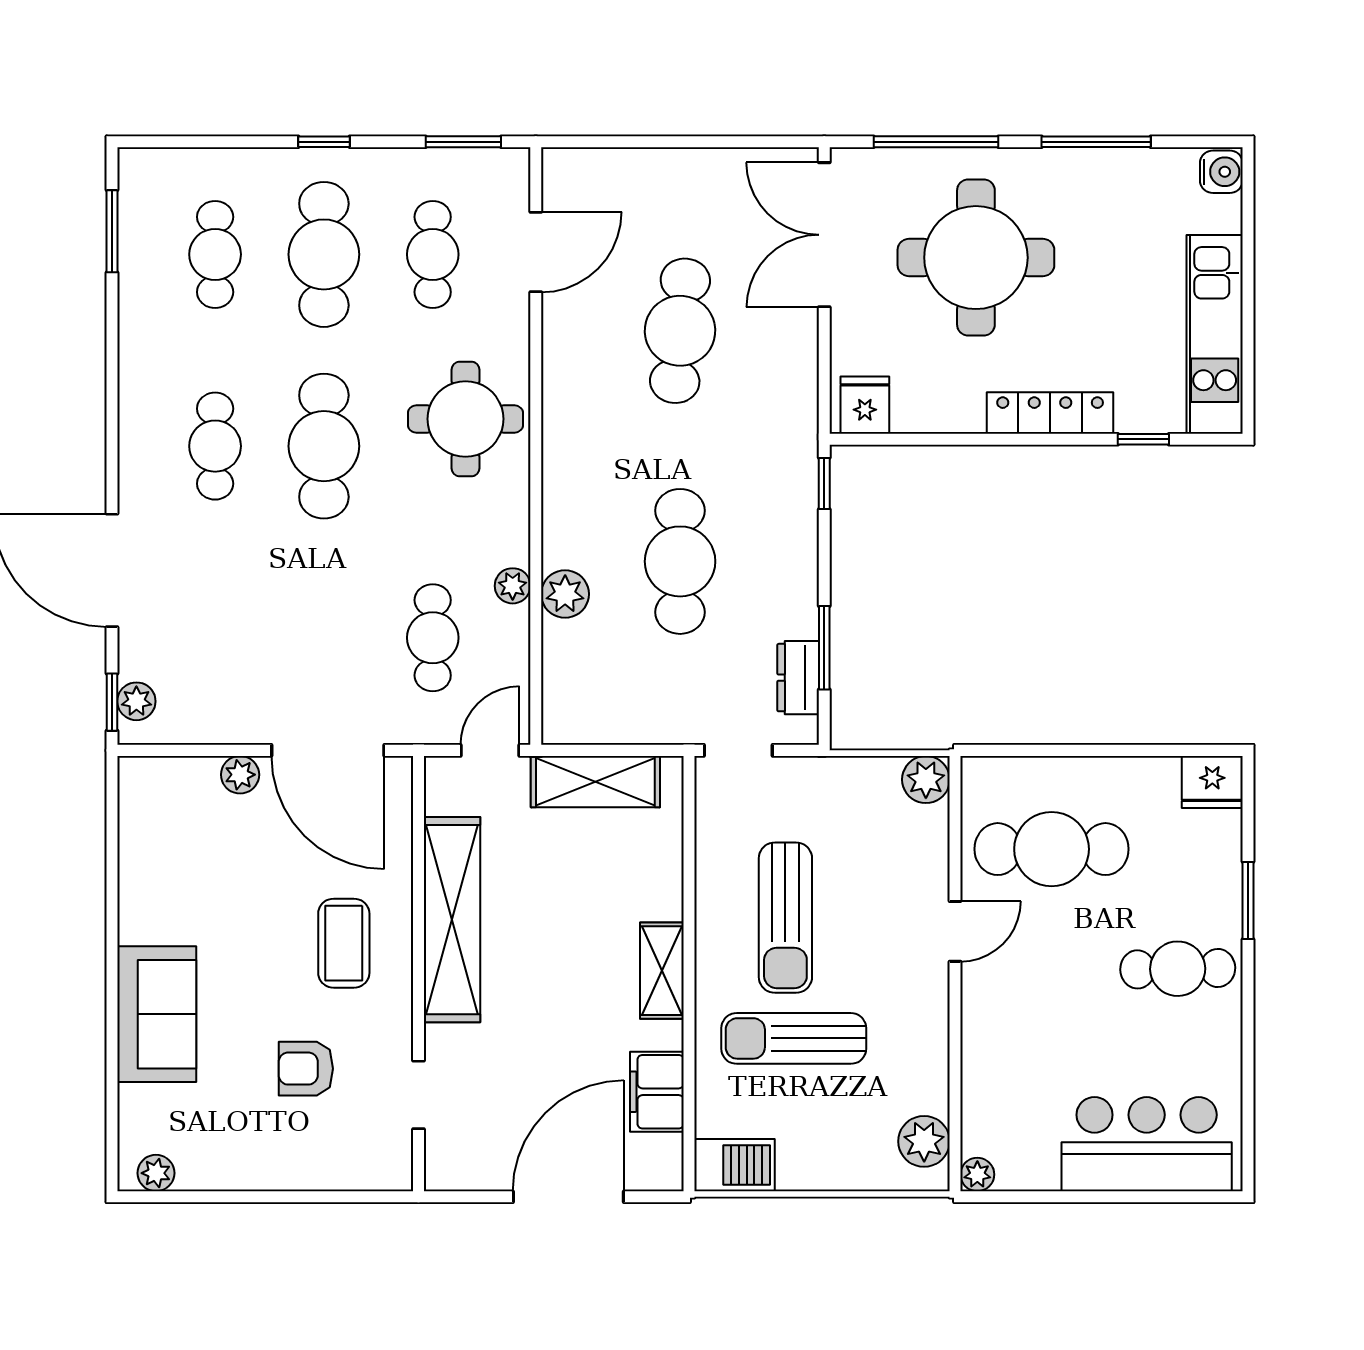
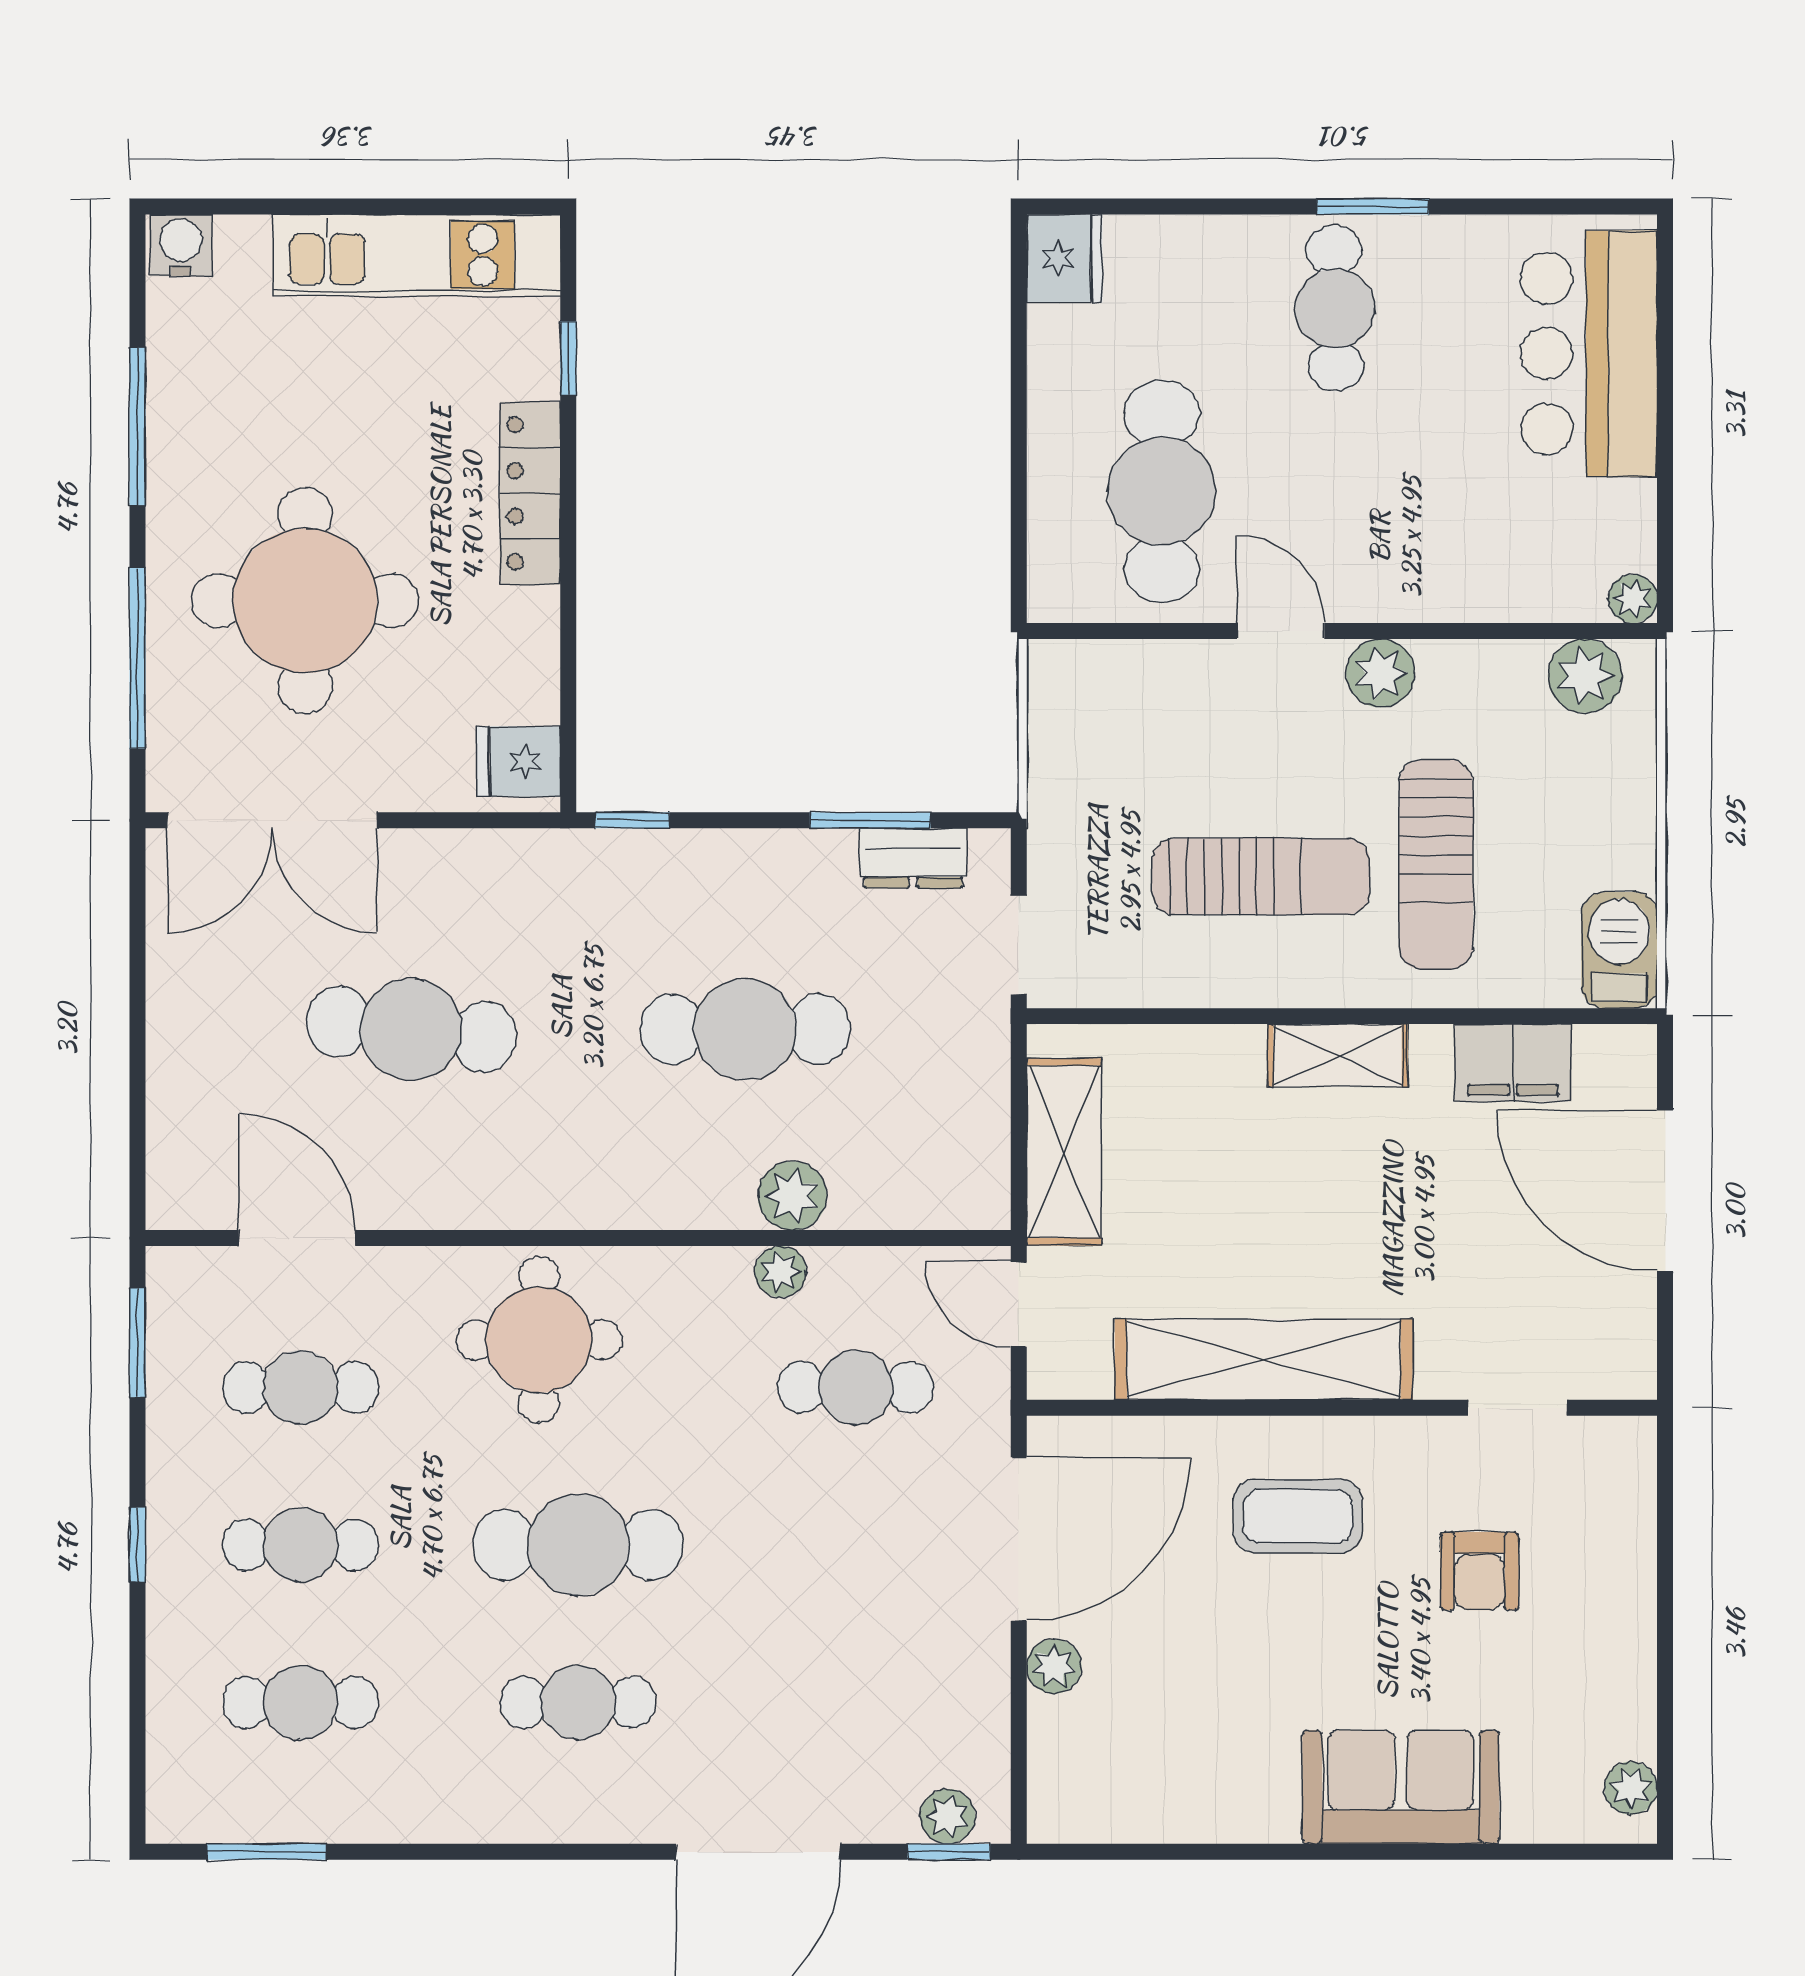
cafe table: (324, 254) -> (301, 1545), width x0.73, depth x0.74
plant: (926, 780) -> (1381, 673), moved
window: (1248, 900) -> (1373, 207), moved

